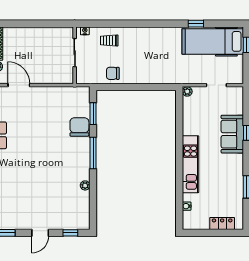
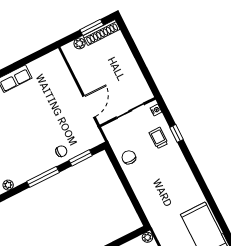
window: (196, 24) -> (177, 133), moved
door: (19, 85) -> (89, 106), moved
chair: (79, 127) -> (61, 151), width x0.54, depth x0.54

